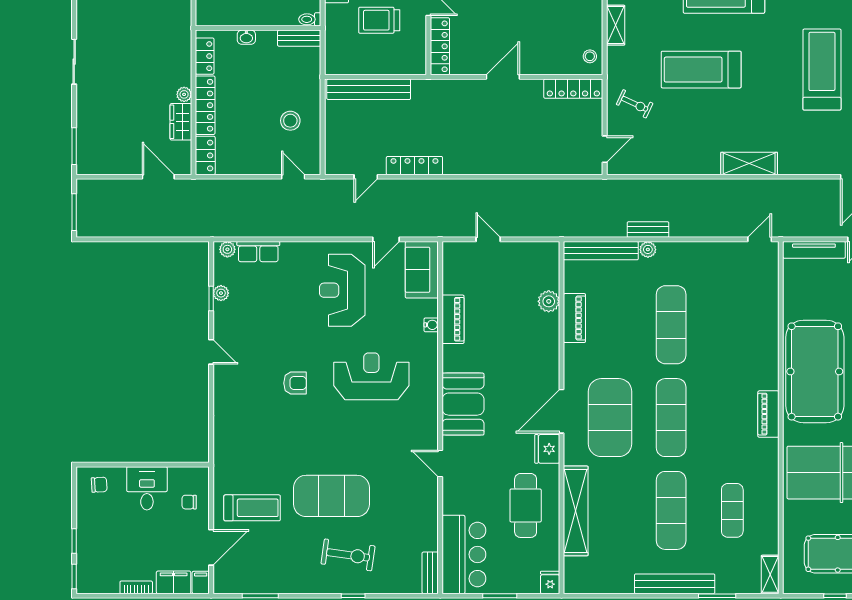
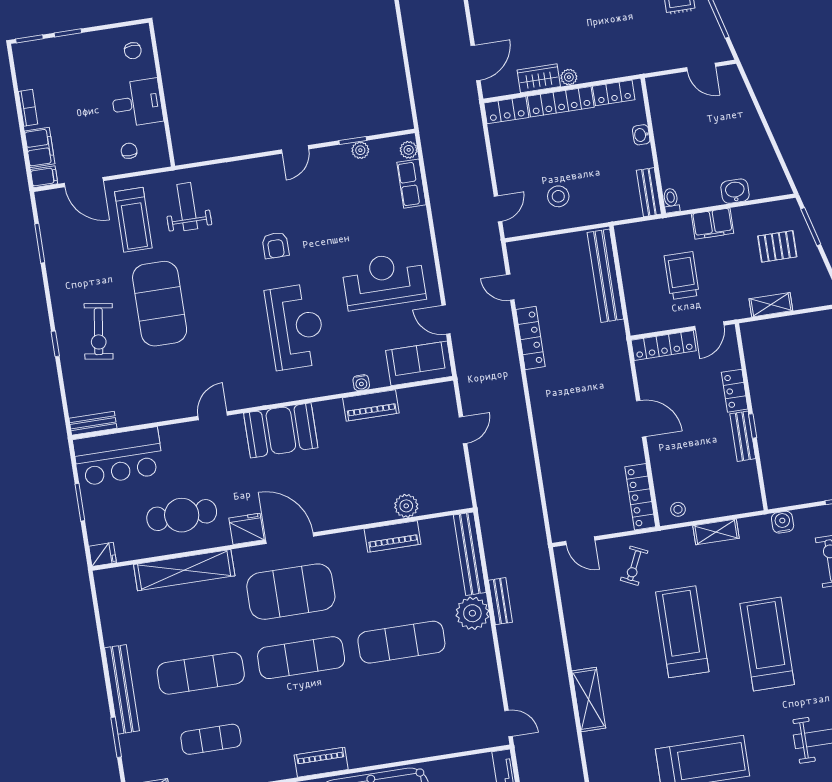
plant: (648, 249) -> (472, 613), width x1.88, depth x1.88
weight bench: (248, 457) -> (187, 207), added

